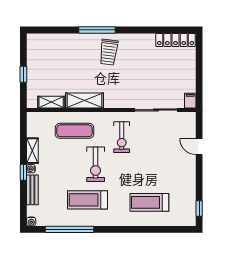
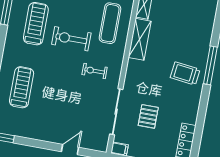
pallet: (155, 79) -> (148, 116), added
exercise bike: (122, 137) -> (95, 71), width x0.73, depth x0.72

